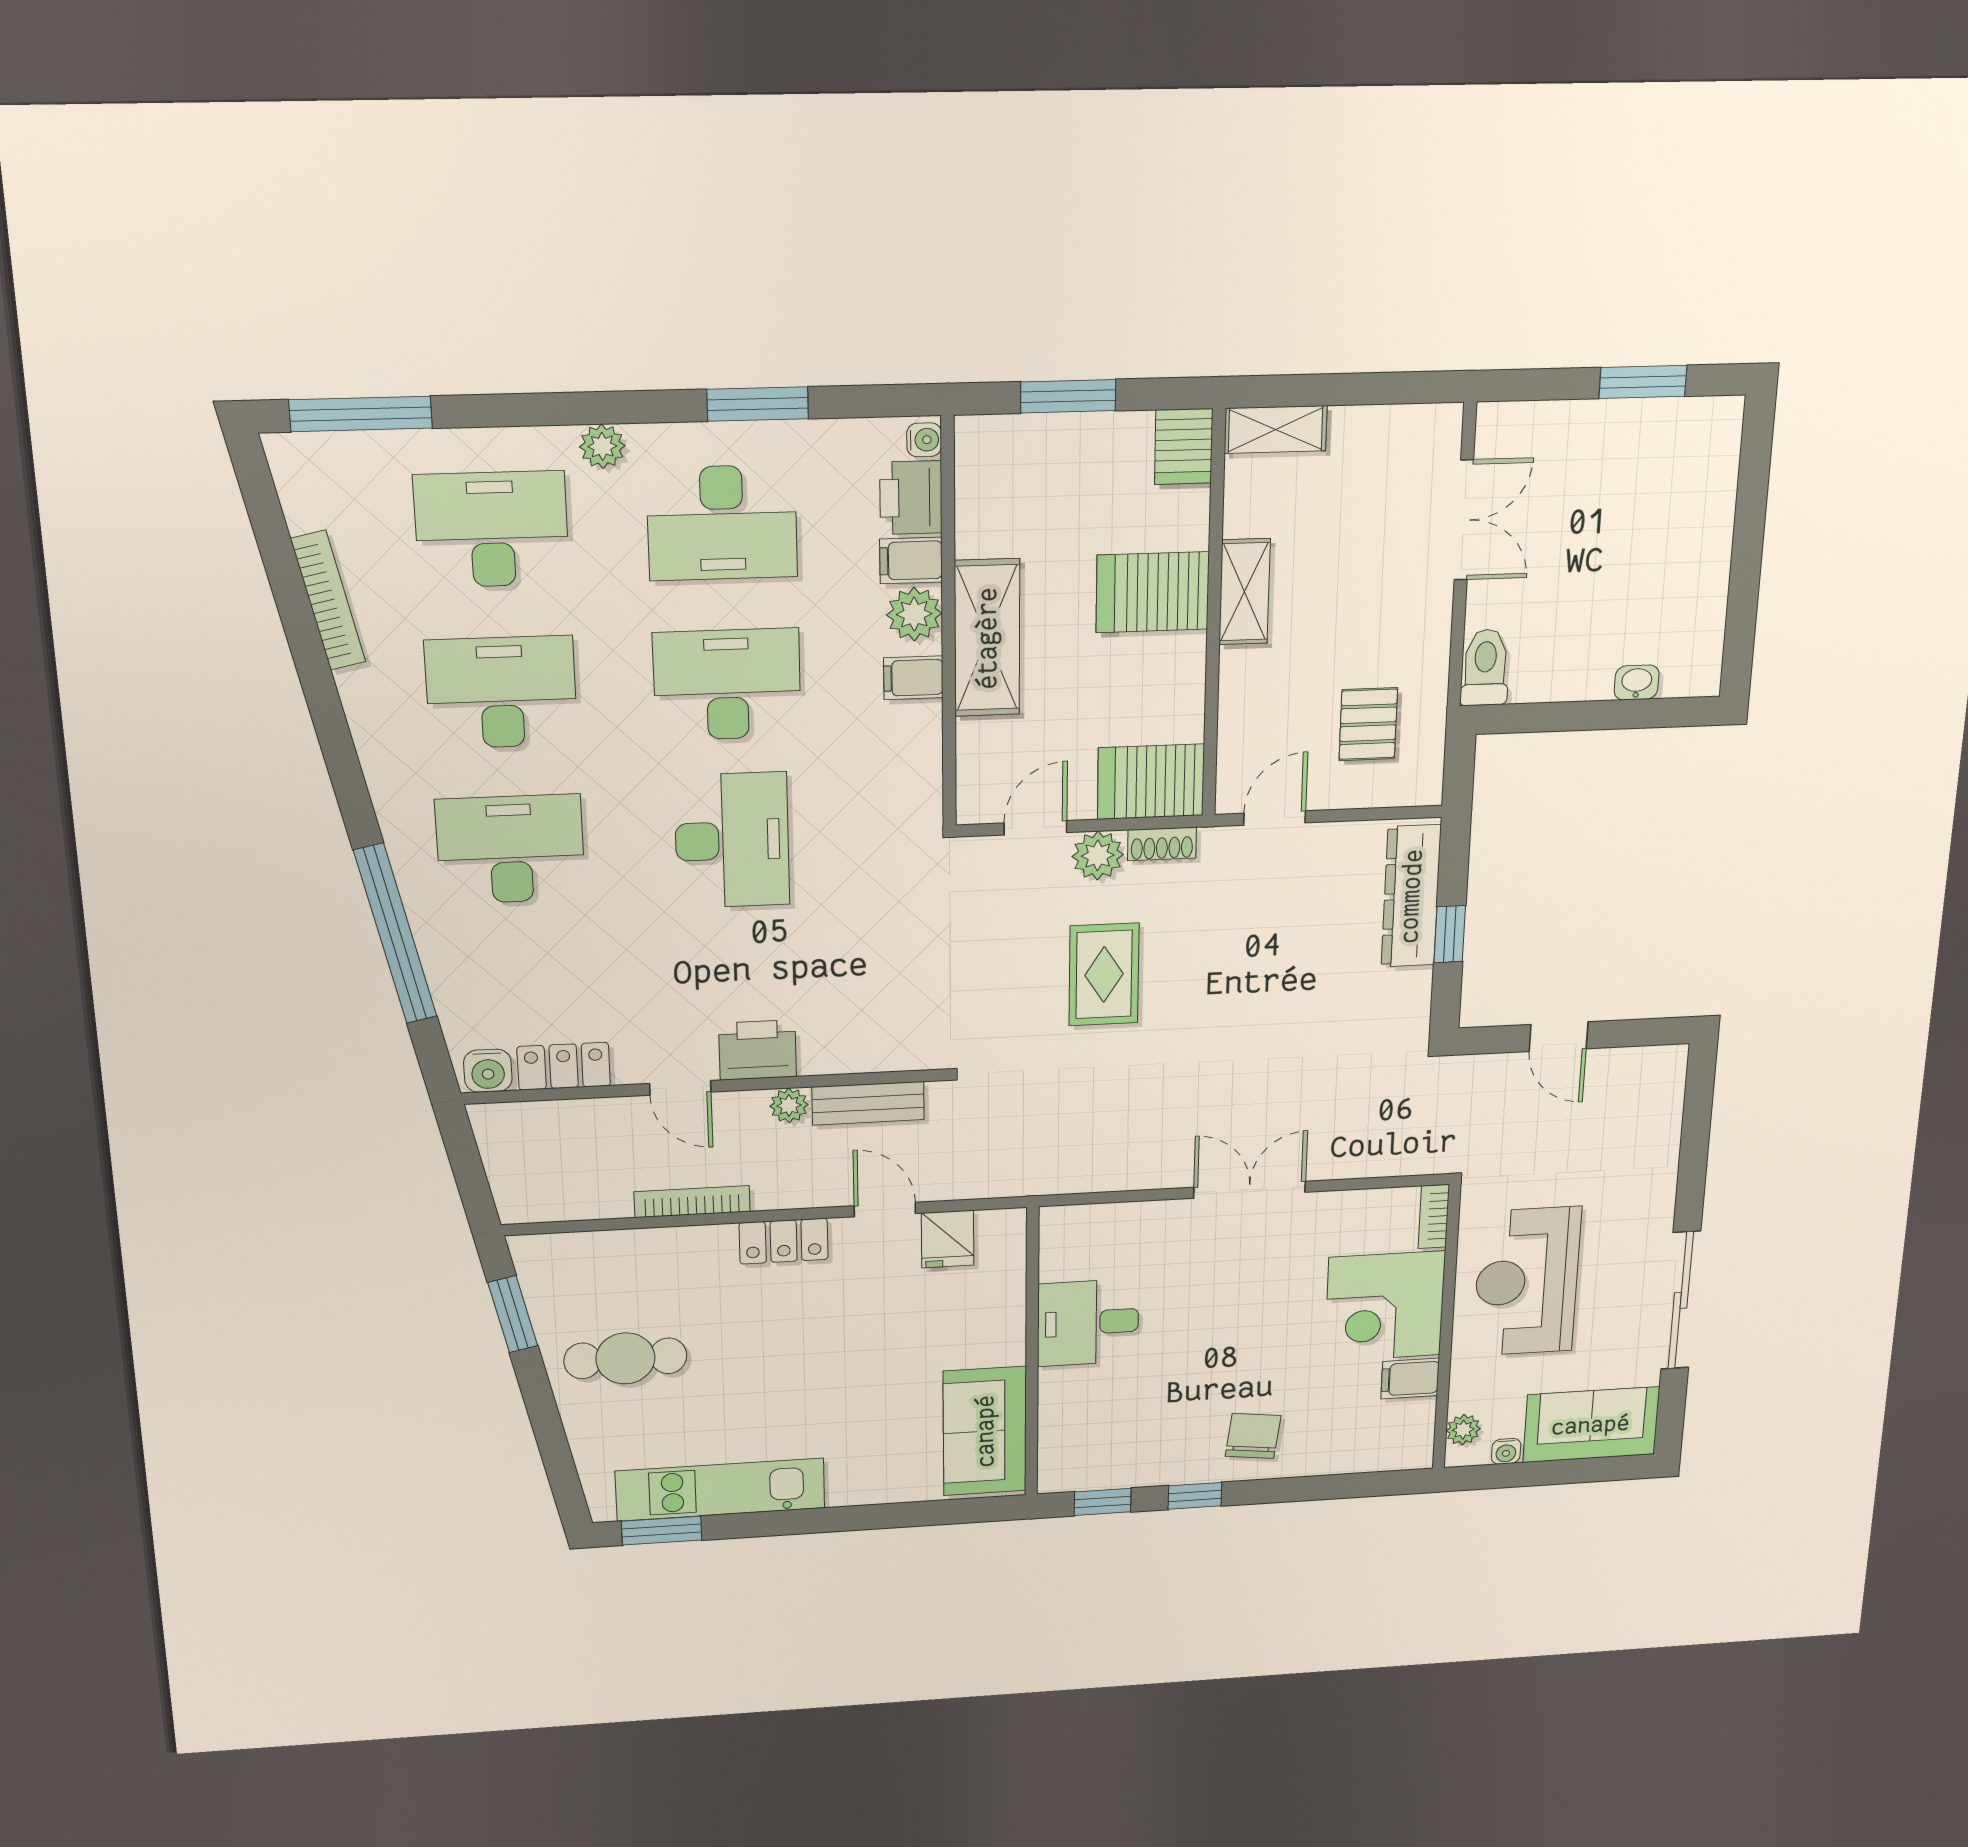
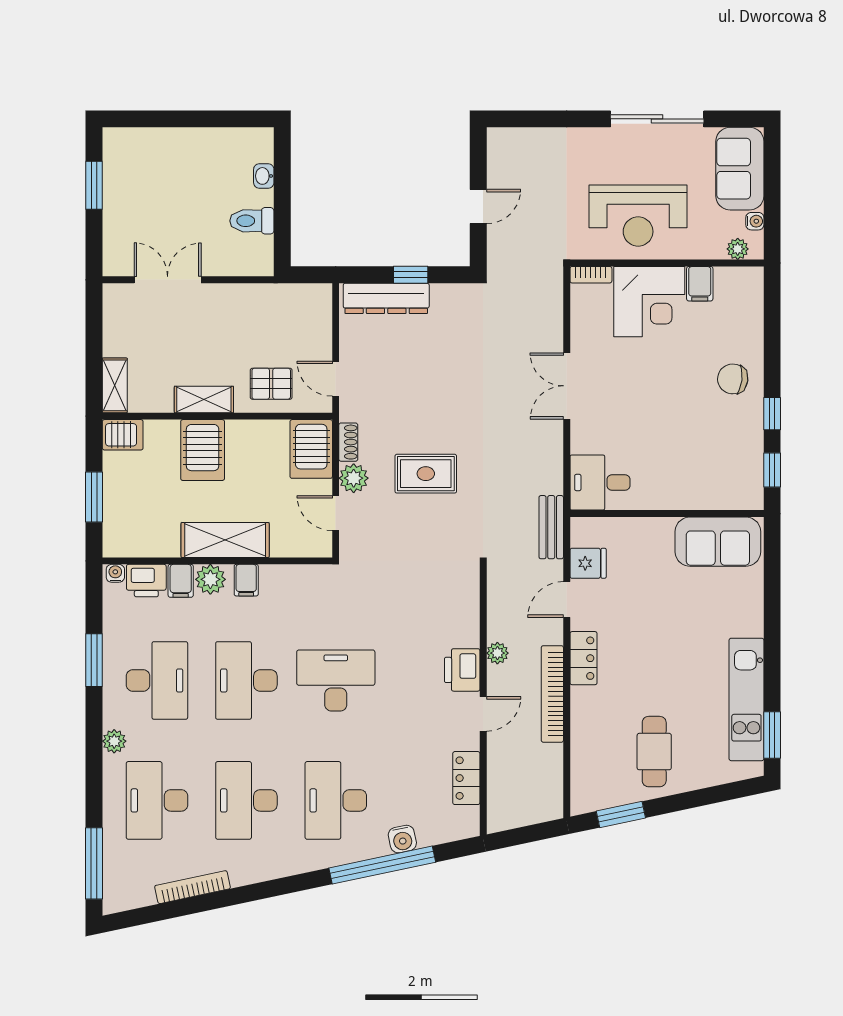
toilet: (1485, 667) -> (252, 221), moved
pallet: (1368, 724) -> (271, 384), moved
water cooler: (488, 1071) -> (402, 839), moved, turned 78
bench: (868, 1103) -> (551, 527), moved
bookcase: (692, 1202) -> (552, 694), width x1.48, depth x1.31
desk: (1088, 1323) -> (600, 483), moved, turned 90

